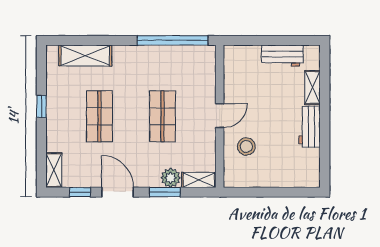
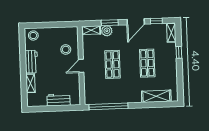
workbench: (282, 56) -> (59, 100), moved
window: (41, 106) -> (179, 52), moved
stool: (304, 174) -> (33, 36), added
door: (118, 192) -> (136, 22), hinge flipped

